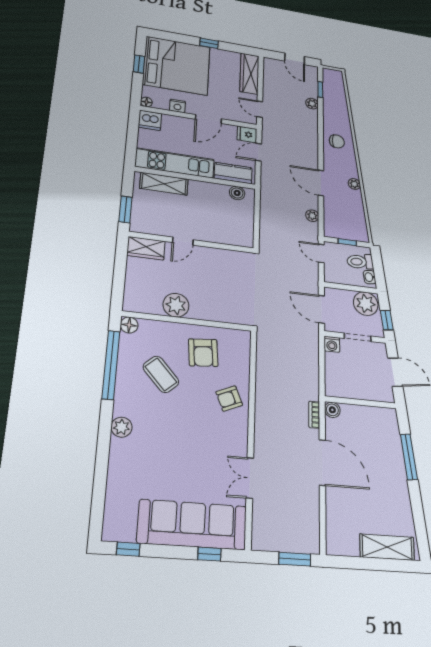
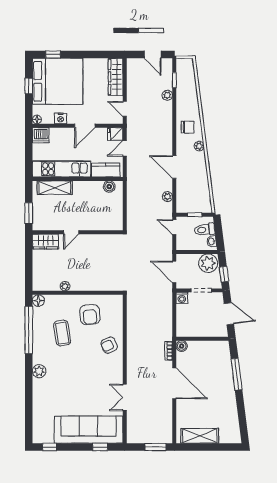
window: (209, 43) -> (53, 54), moved
plant: (354, 184) -> (199, 146), moved
plant: (176, 305) -> (65, 286), width x0.53, depth x0.53
coffee table: (161, 374) -> (62, 333), turned 33
shelving: (387, 547) -> (200, 436), moved

